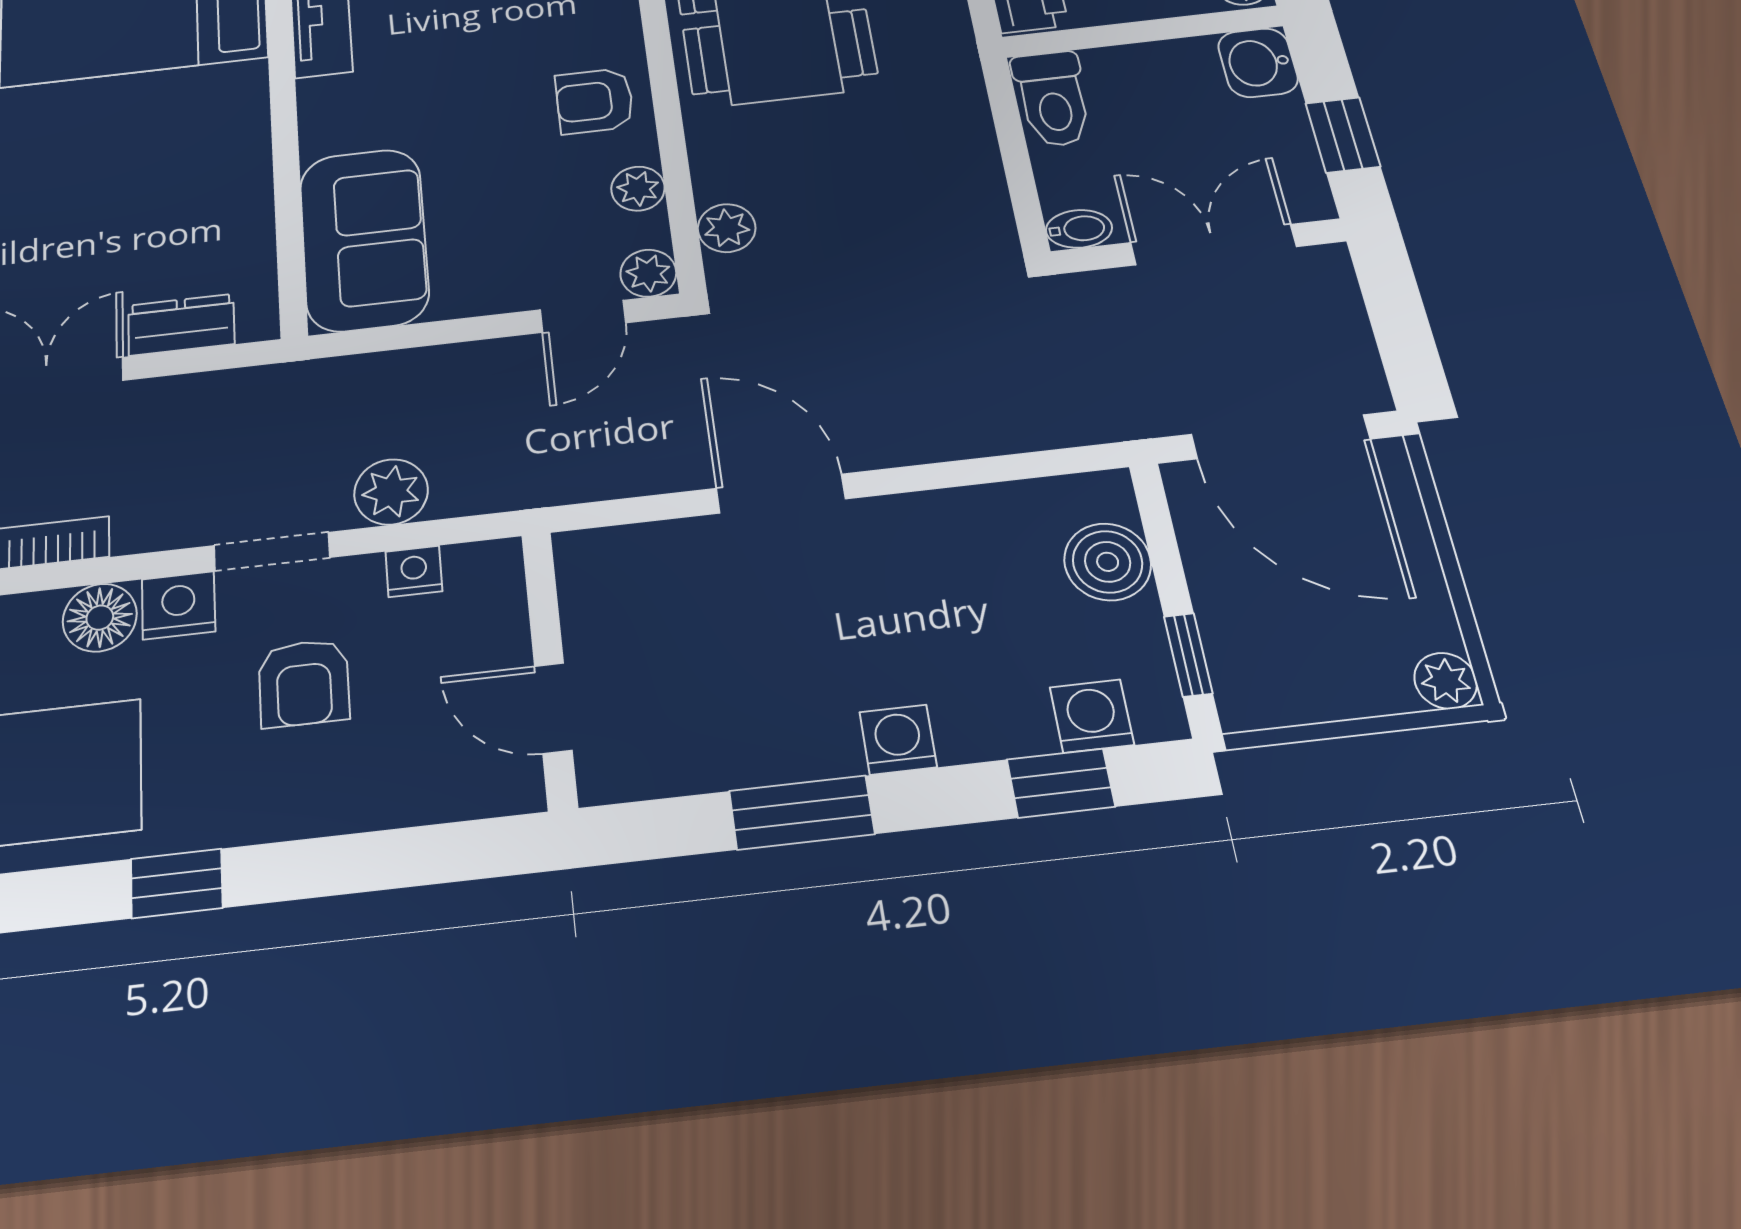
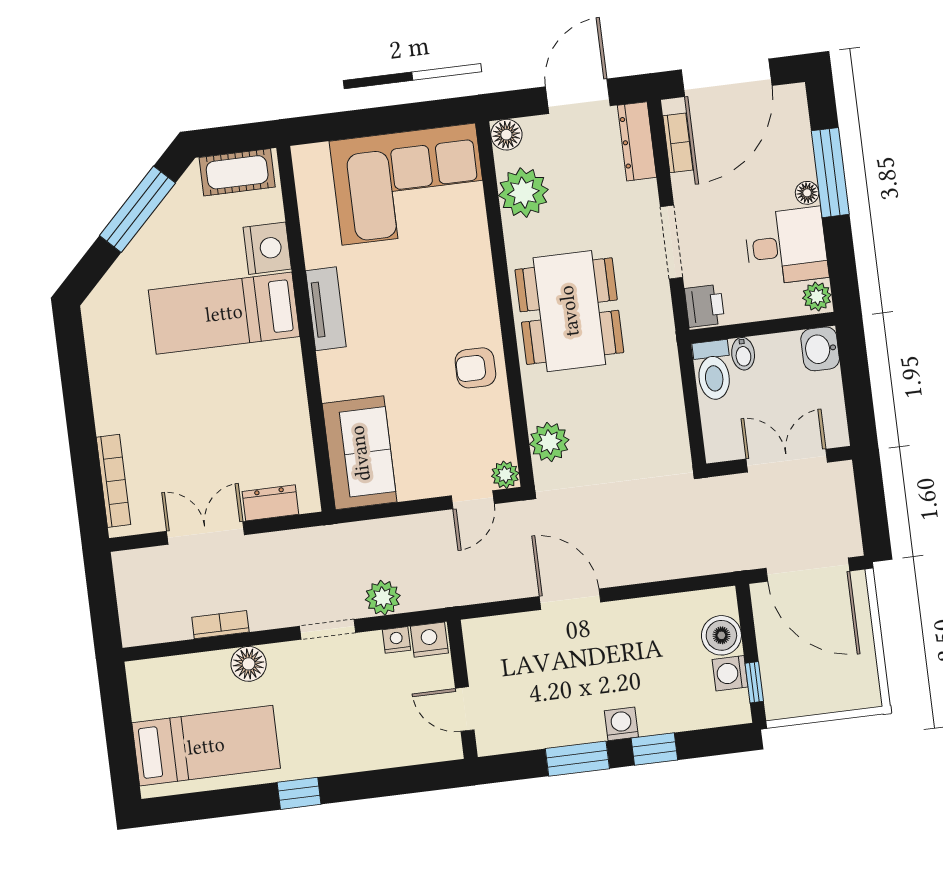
window: (1343, 135) -> (858, 395), removed
plant: (638, 189) -> (499, 423), removed
plant: (727, 228) -> (549, 442), width x1.38, depth x1.38
bidet: (1079, 229) -> (743, 354), moved, turned 90
nightstand: (178, 605) -> (429, 640), moved
plant: (1446, 681) -> (868, 695), removed
armchair: (304, 683) -> (349, 697), removed
washing machine: (1092, 716) -> (730, 673), moved, turned -90
window: (1061, 783) -> (654, 749), moved

